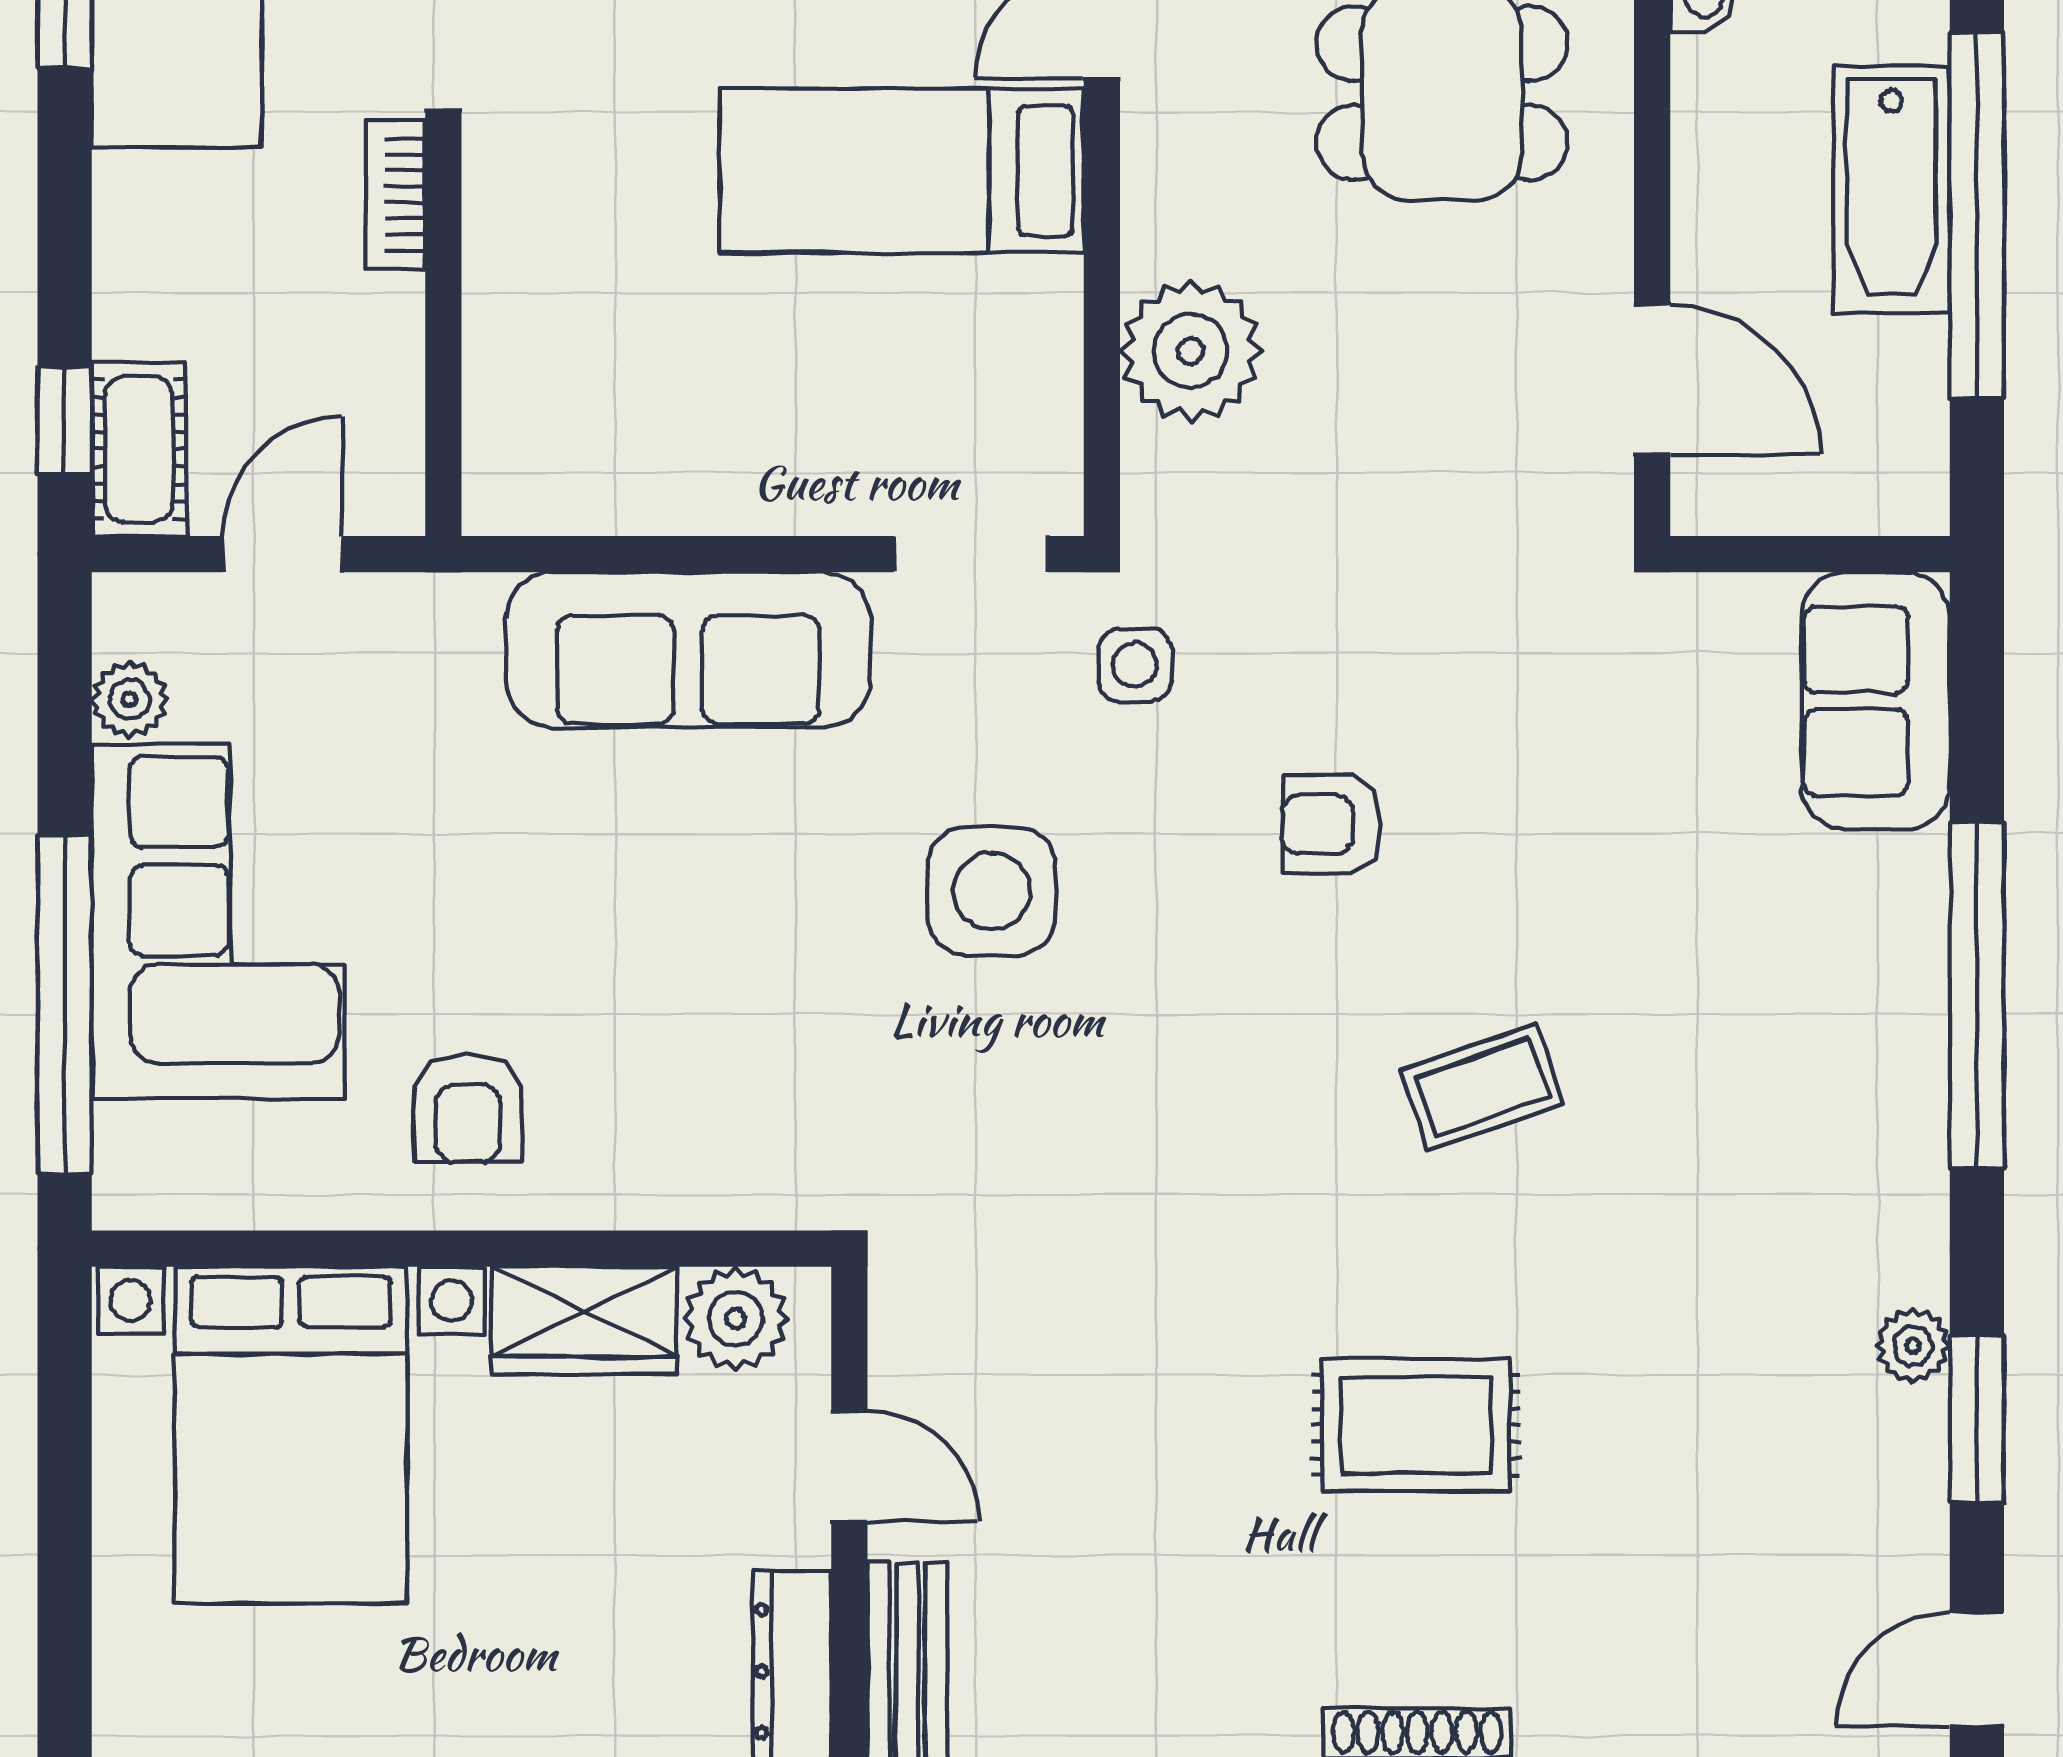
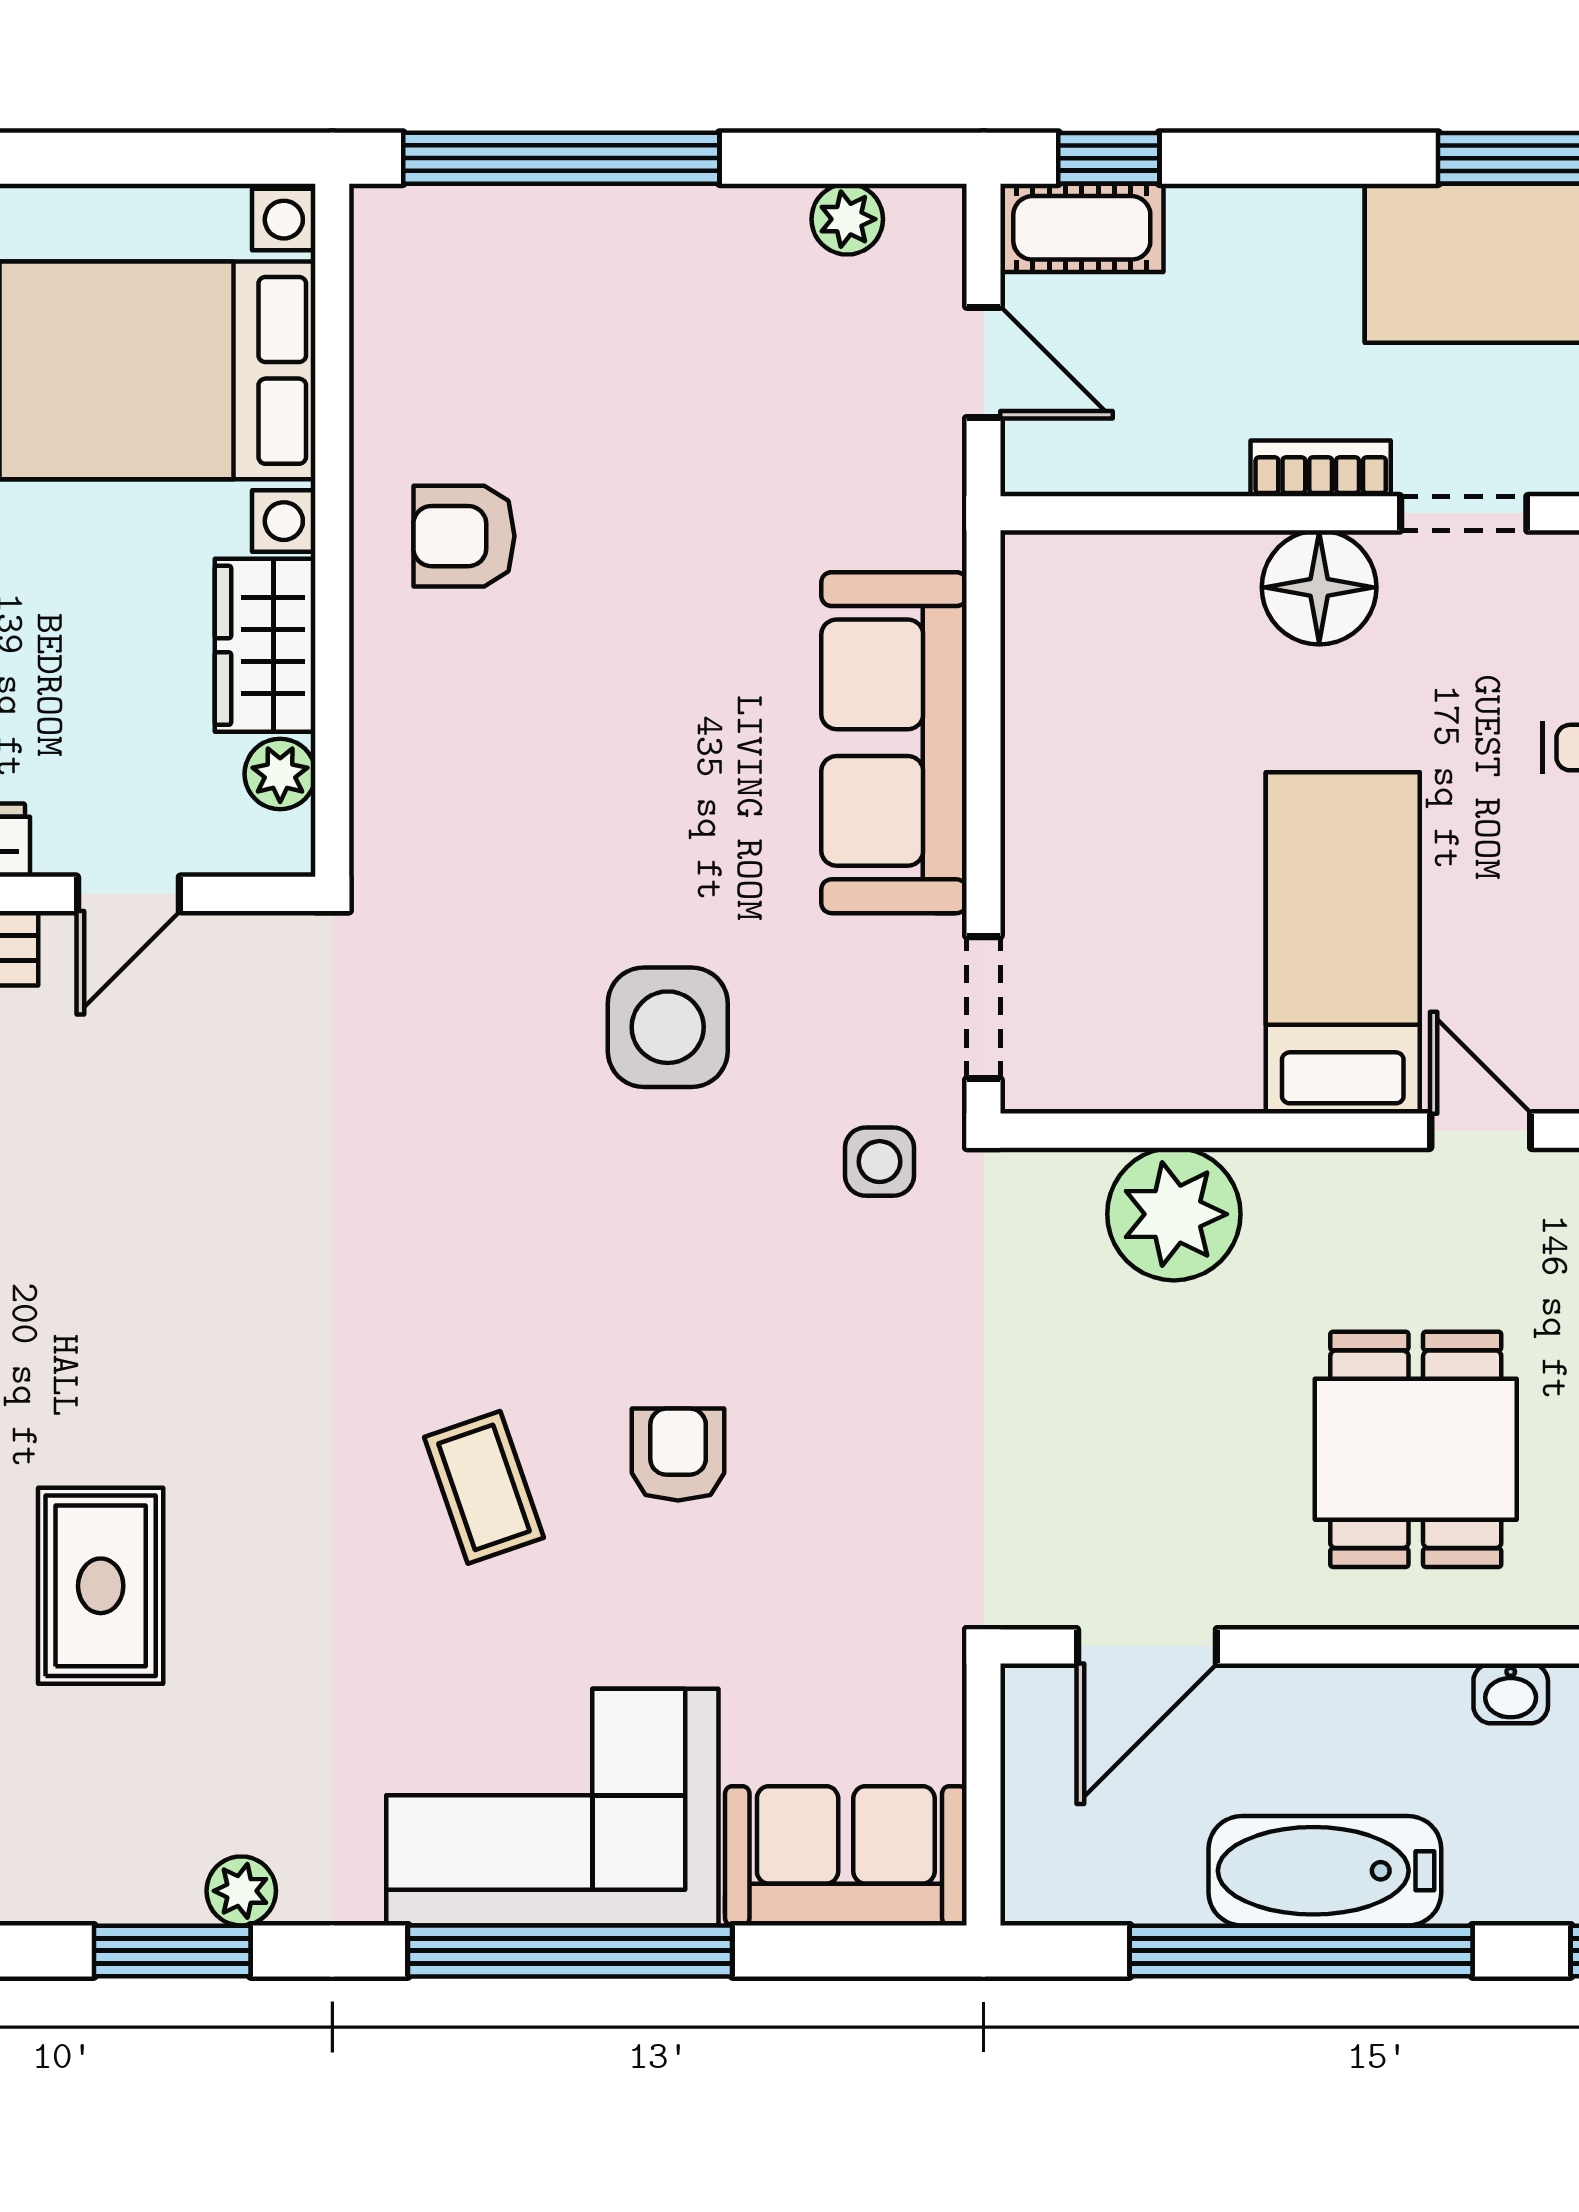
floor lamp: (523, 196) -> (1319, 587), added
armchair: (1331, 824) -> (678, 1455), moved
corner sofa: (218, 922) -> (552, 1807), moved, turned 180
plant: (736, 1319) -> (280, 774), width x0.73, depth x0.73
rug: (1416, 1425) -> (101, 1586), moved

